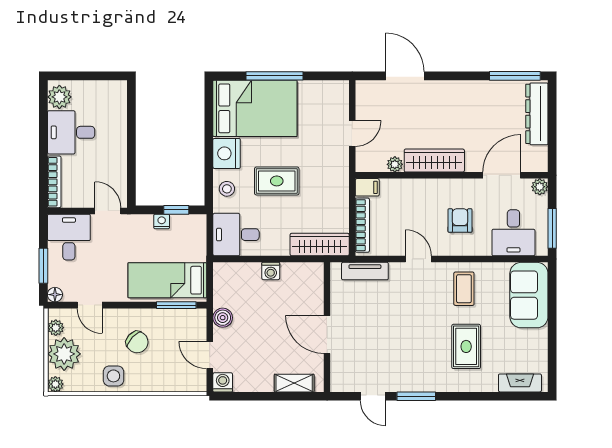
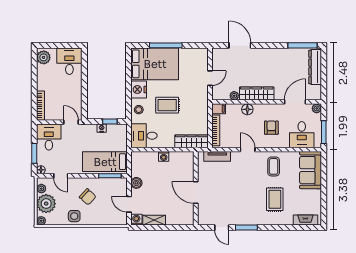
desk: (71, 132) -> (69, 61), moved, turned 90
floor lamp: (418, 188) -> (247, 109), added
shelving: (294, 383) -> (154, 220), moved

